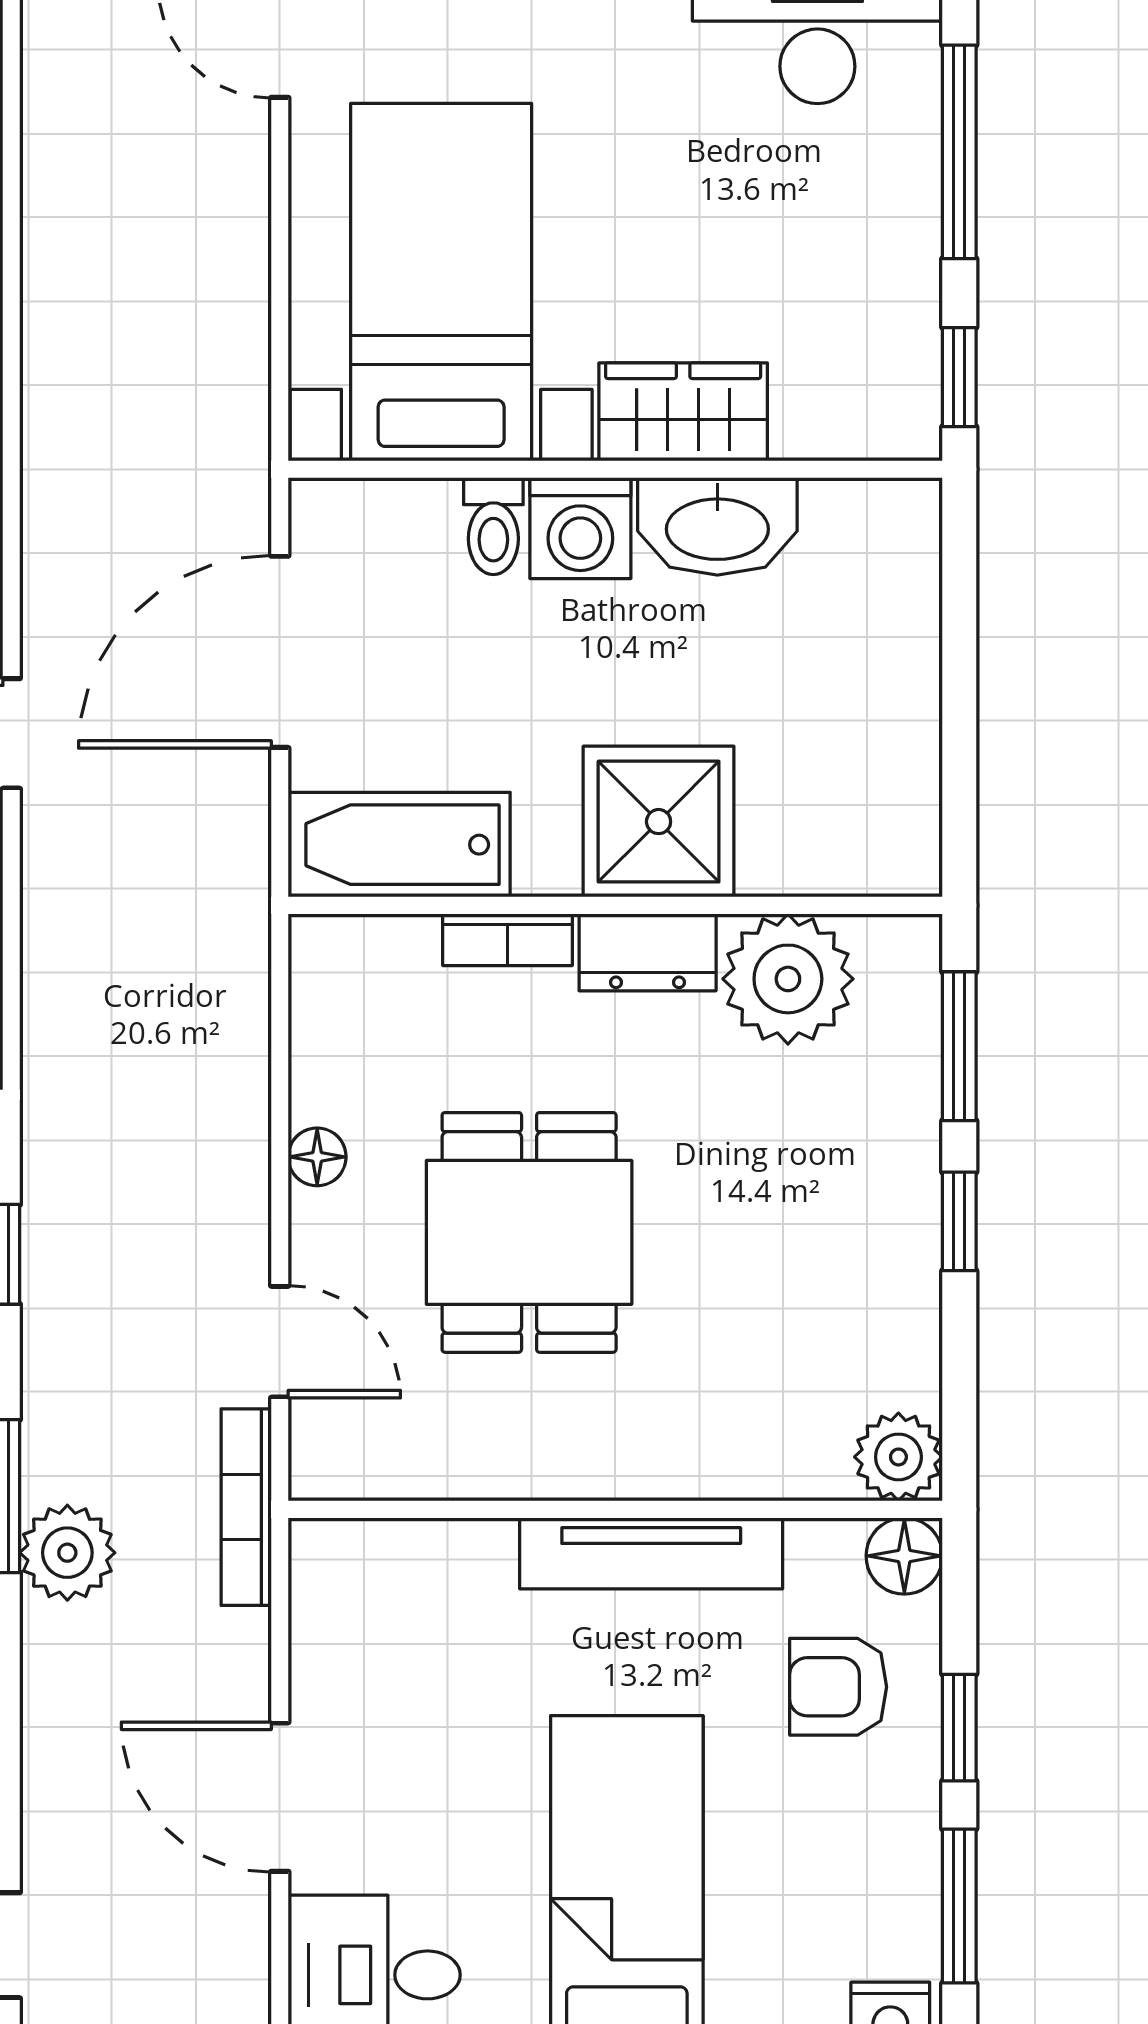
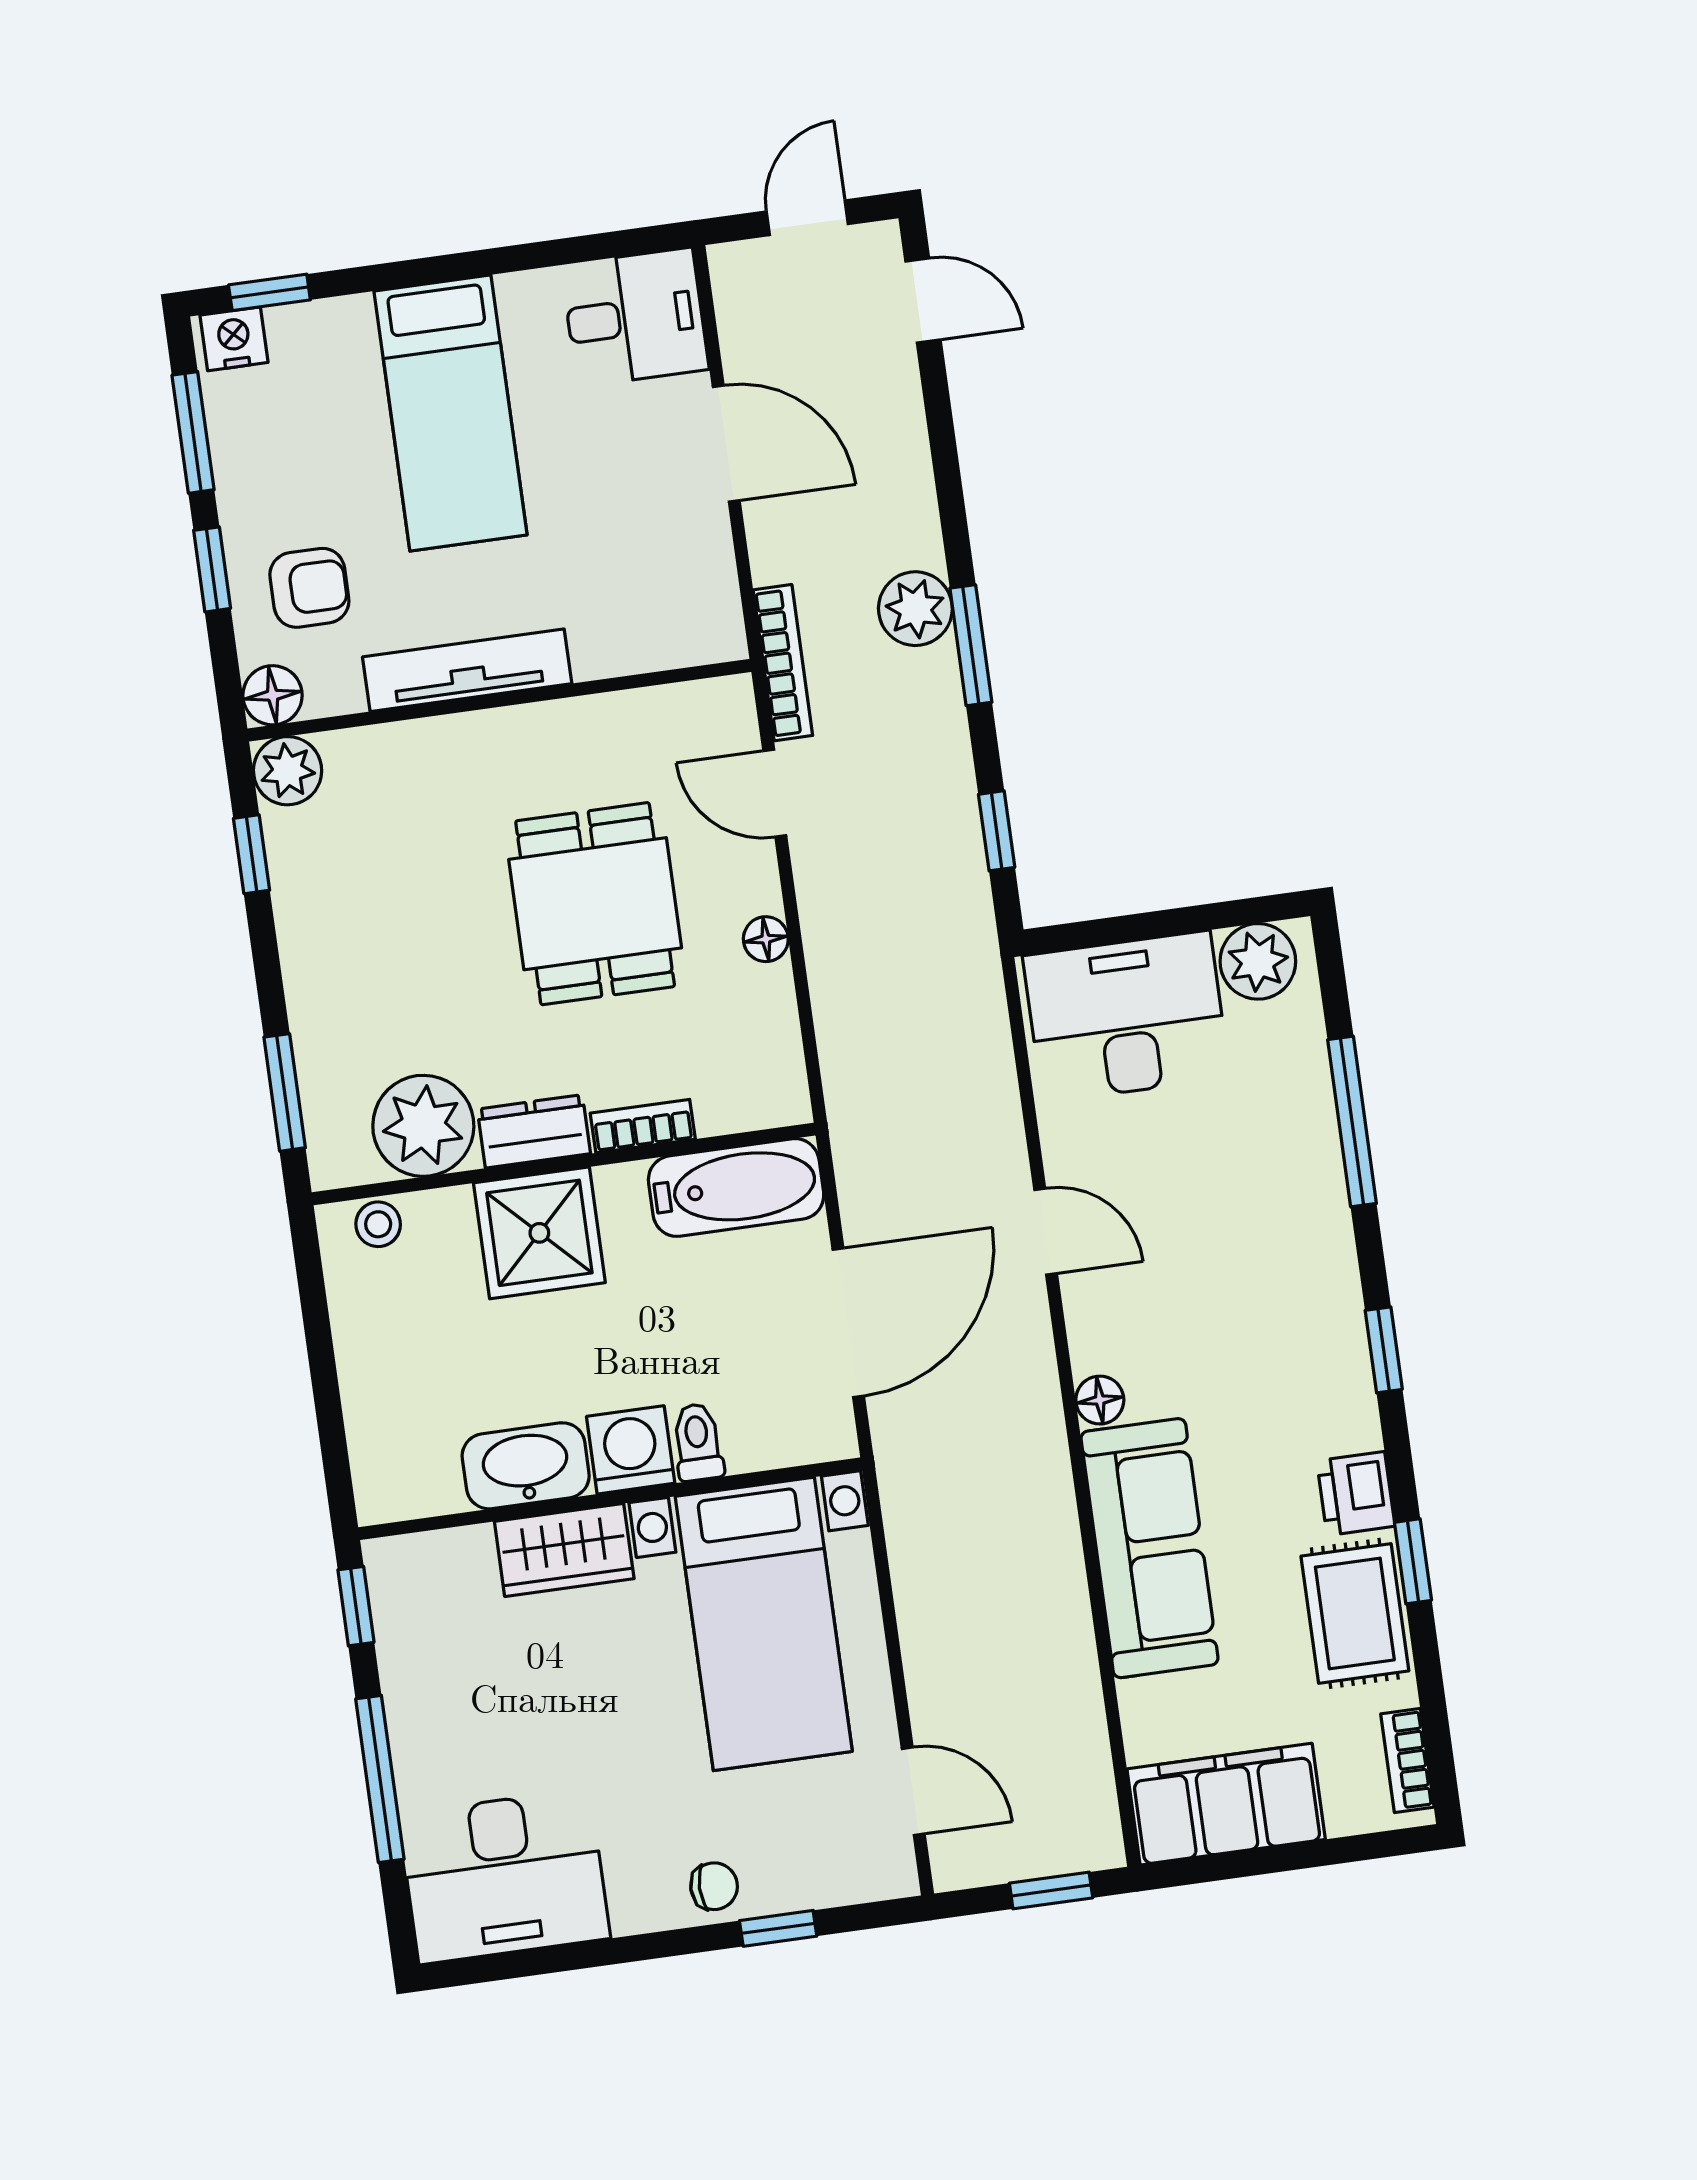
stool: (863, 861) -> (378, 1224), added
window: (959, 1221) -> (252, 854), moved

